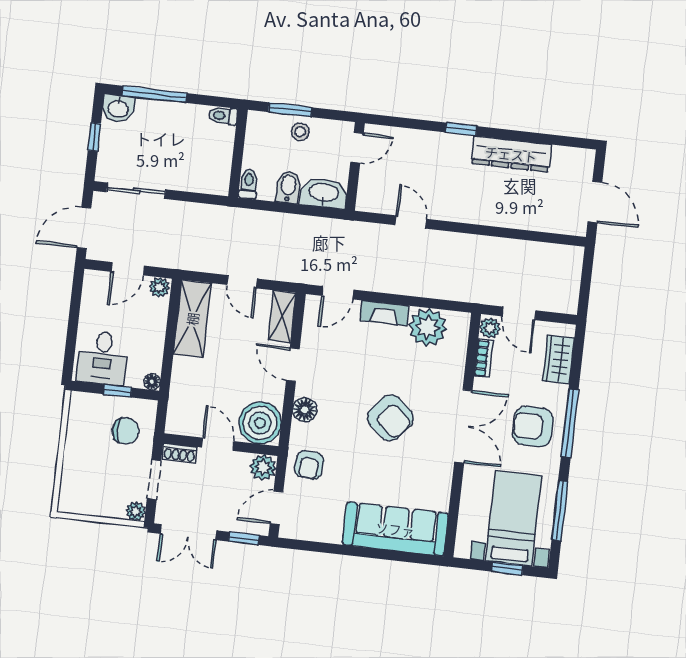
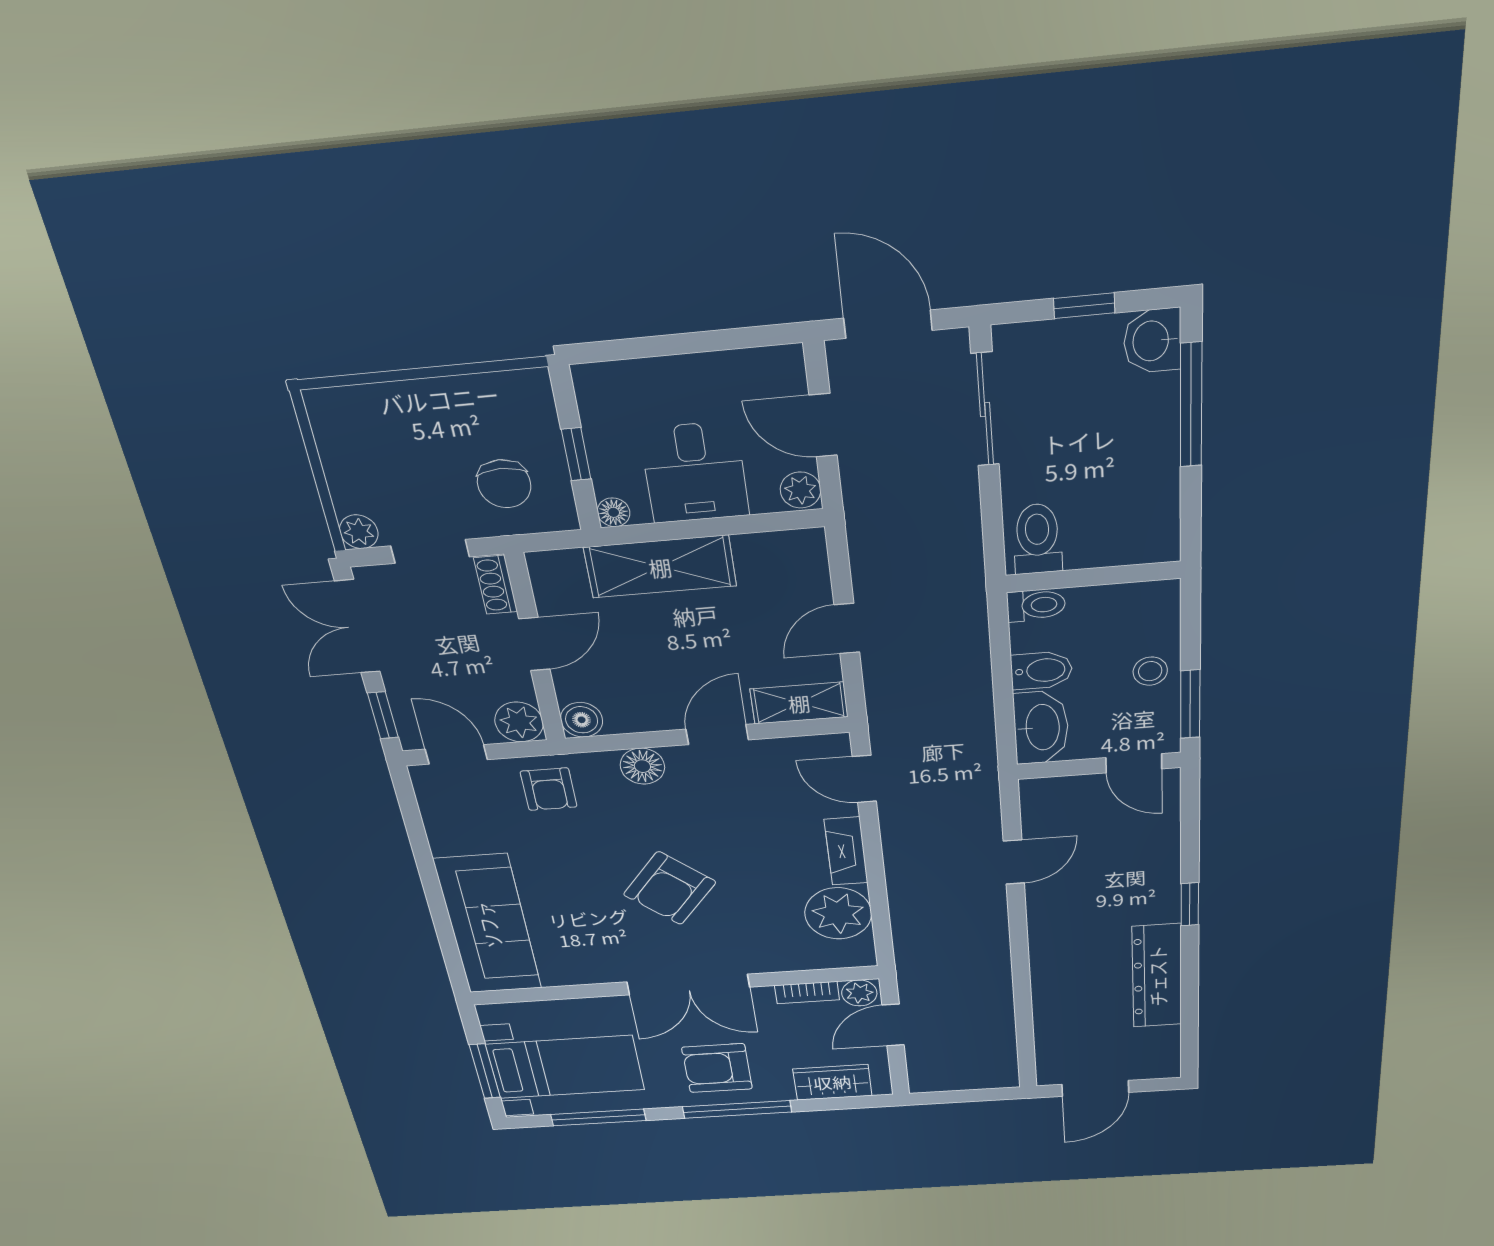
window: (290, 110) -> (1190, 704), moved
toilet: (223, 116) -> (1037, 539), moved, width x1.37, depth x1.39
shelving: (192, 319) -> (660, 567), moved
desk: (103, 358) -> (695, 472), moved, turned -90
boiler: (260, 423) -> (582, 720), width x0.54, depth x0.54
armchair: (533, 426) -> (717, 1068), turned -90
armchair: (309, 465) -> (549, 789), turned -95
window: (507, 568) -> (485, 1071), width x1.50

